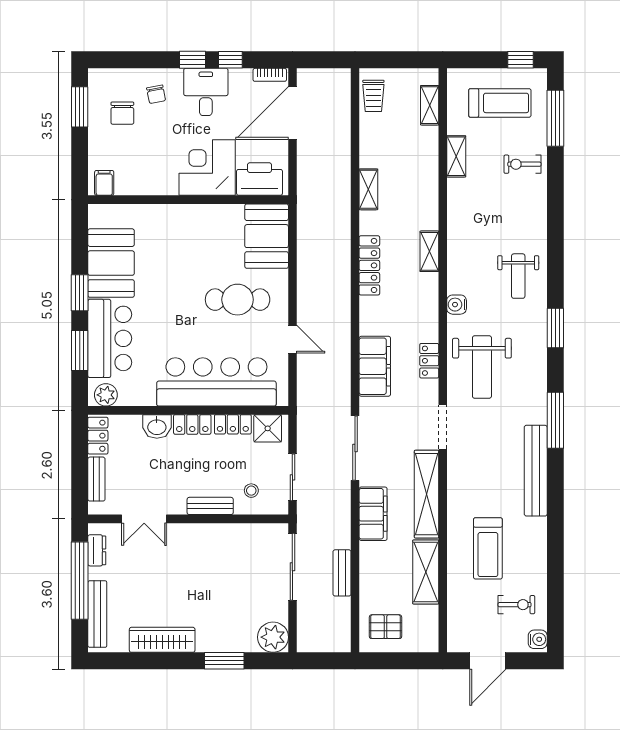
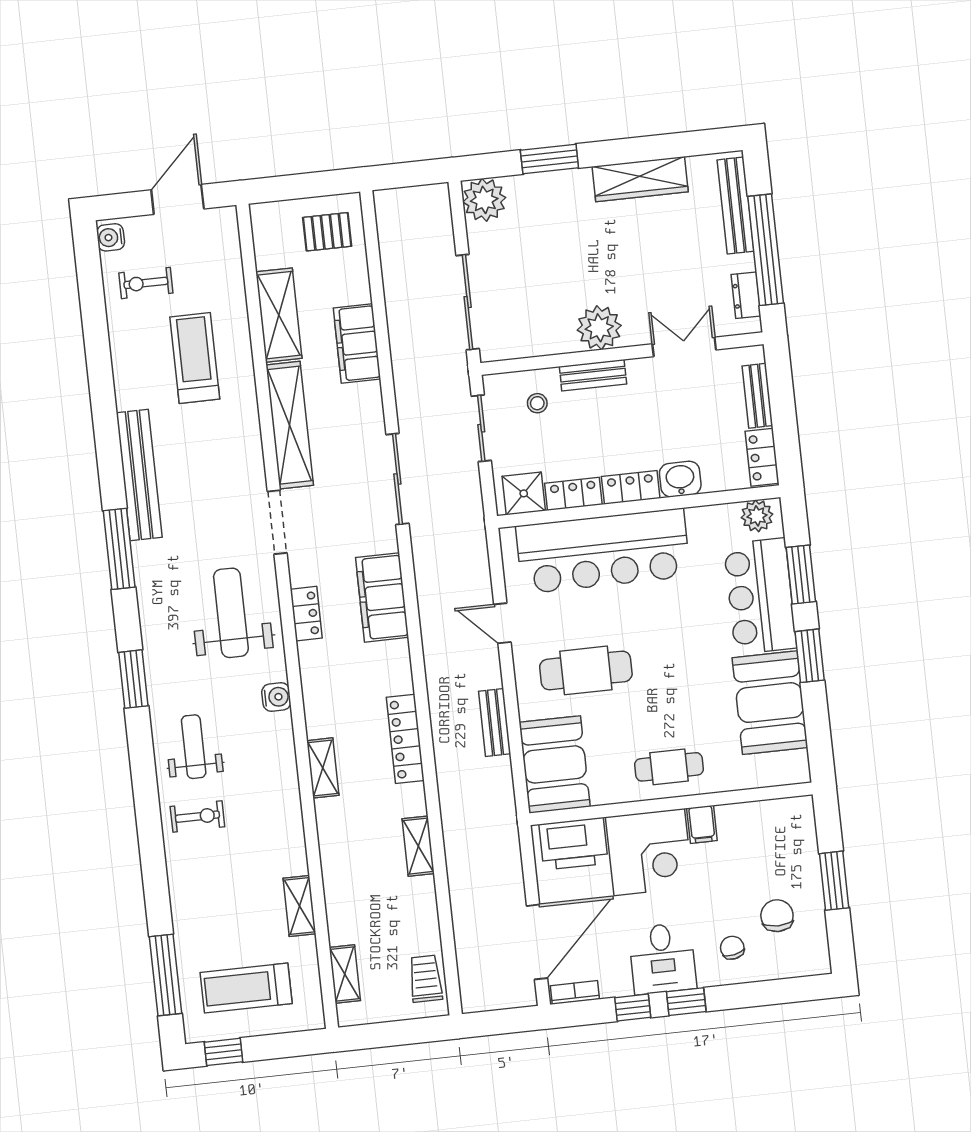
window: (80, 107) -> (834, 881), moved
exercise bike: (523, 164) -> (197, 817), moved
filing cabinet: (104, 183) -> (702, 824), moved
cafe table: (187, 226) -> (669, 767), added
filing cabinet: (373, 514) -> (357, 343), moved
plant: (202, 539) -> (599, 328), added
bench: (342, 573) -> (495, 722), moved

